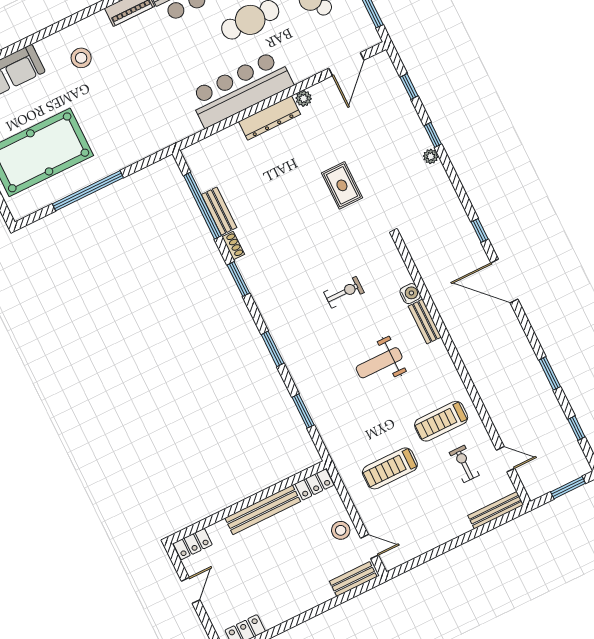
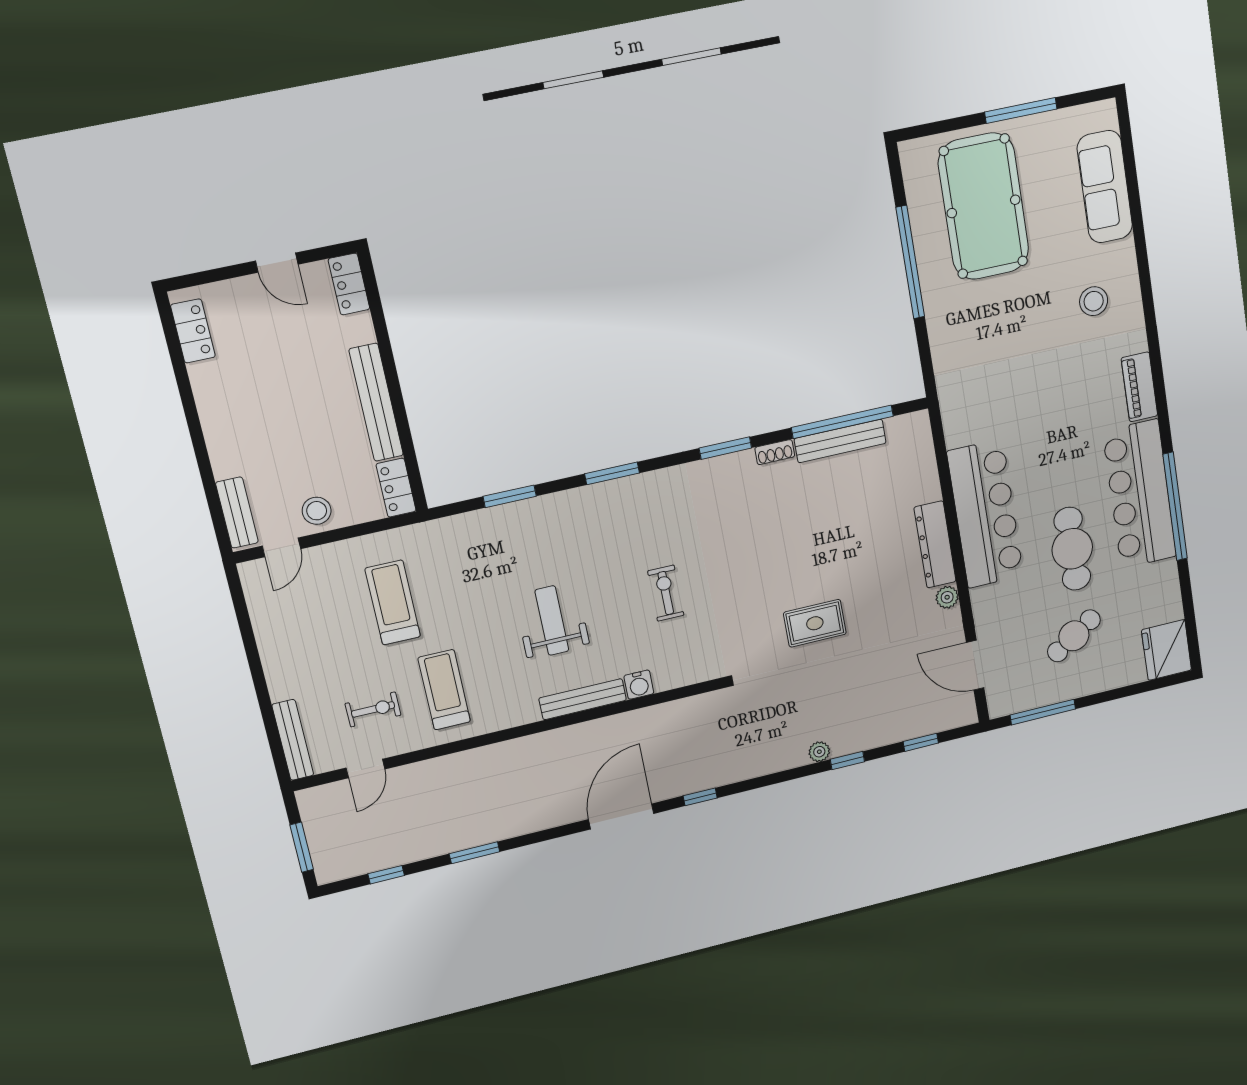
bench: (219, 211) -> (840, 441), width x1.36
exercise bike: (344, 292) -> (666, 593), turned 180
bench: (425, 322) -> (583, 699), width x1.36

